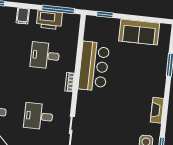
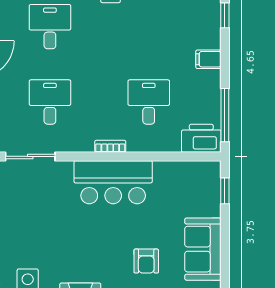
printer: (49, 20) -> (201, 138), moved, turned 90
bar counter: (94, 66) -> (113, 182), moved
armchair: (143, 68) -> (146, 261), added

